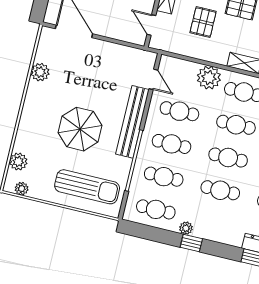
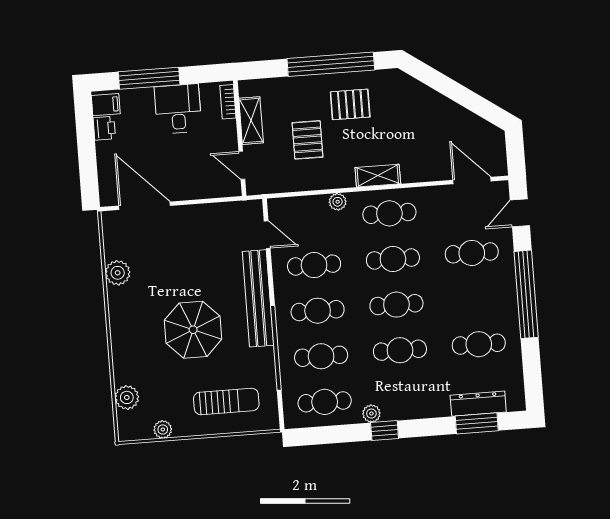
plant: (209, 78) -> (338, 202), width x0.53, depth x0.53
sun lounger: (87, 187) -> (226, 401), width x0.73, depth x0.75
plant: (22, 189) -> (163, 429), moved

